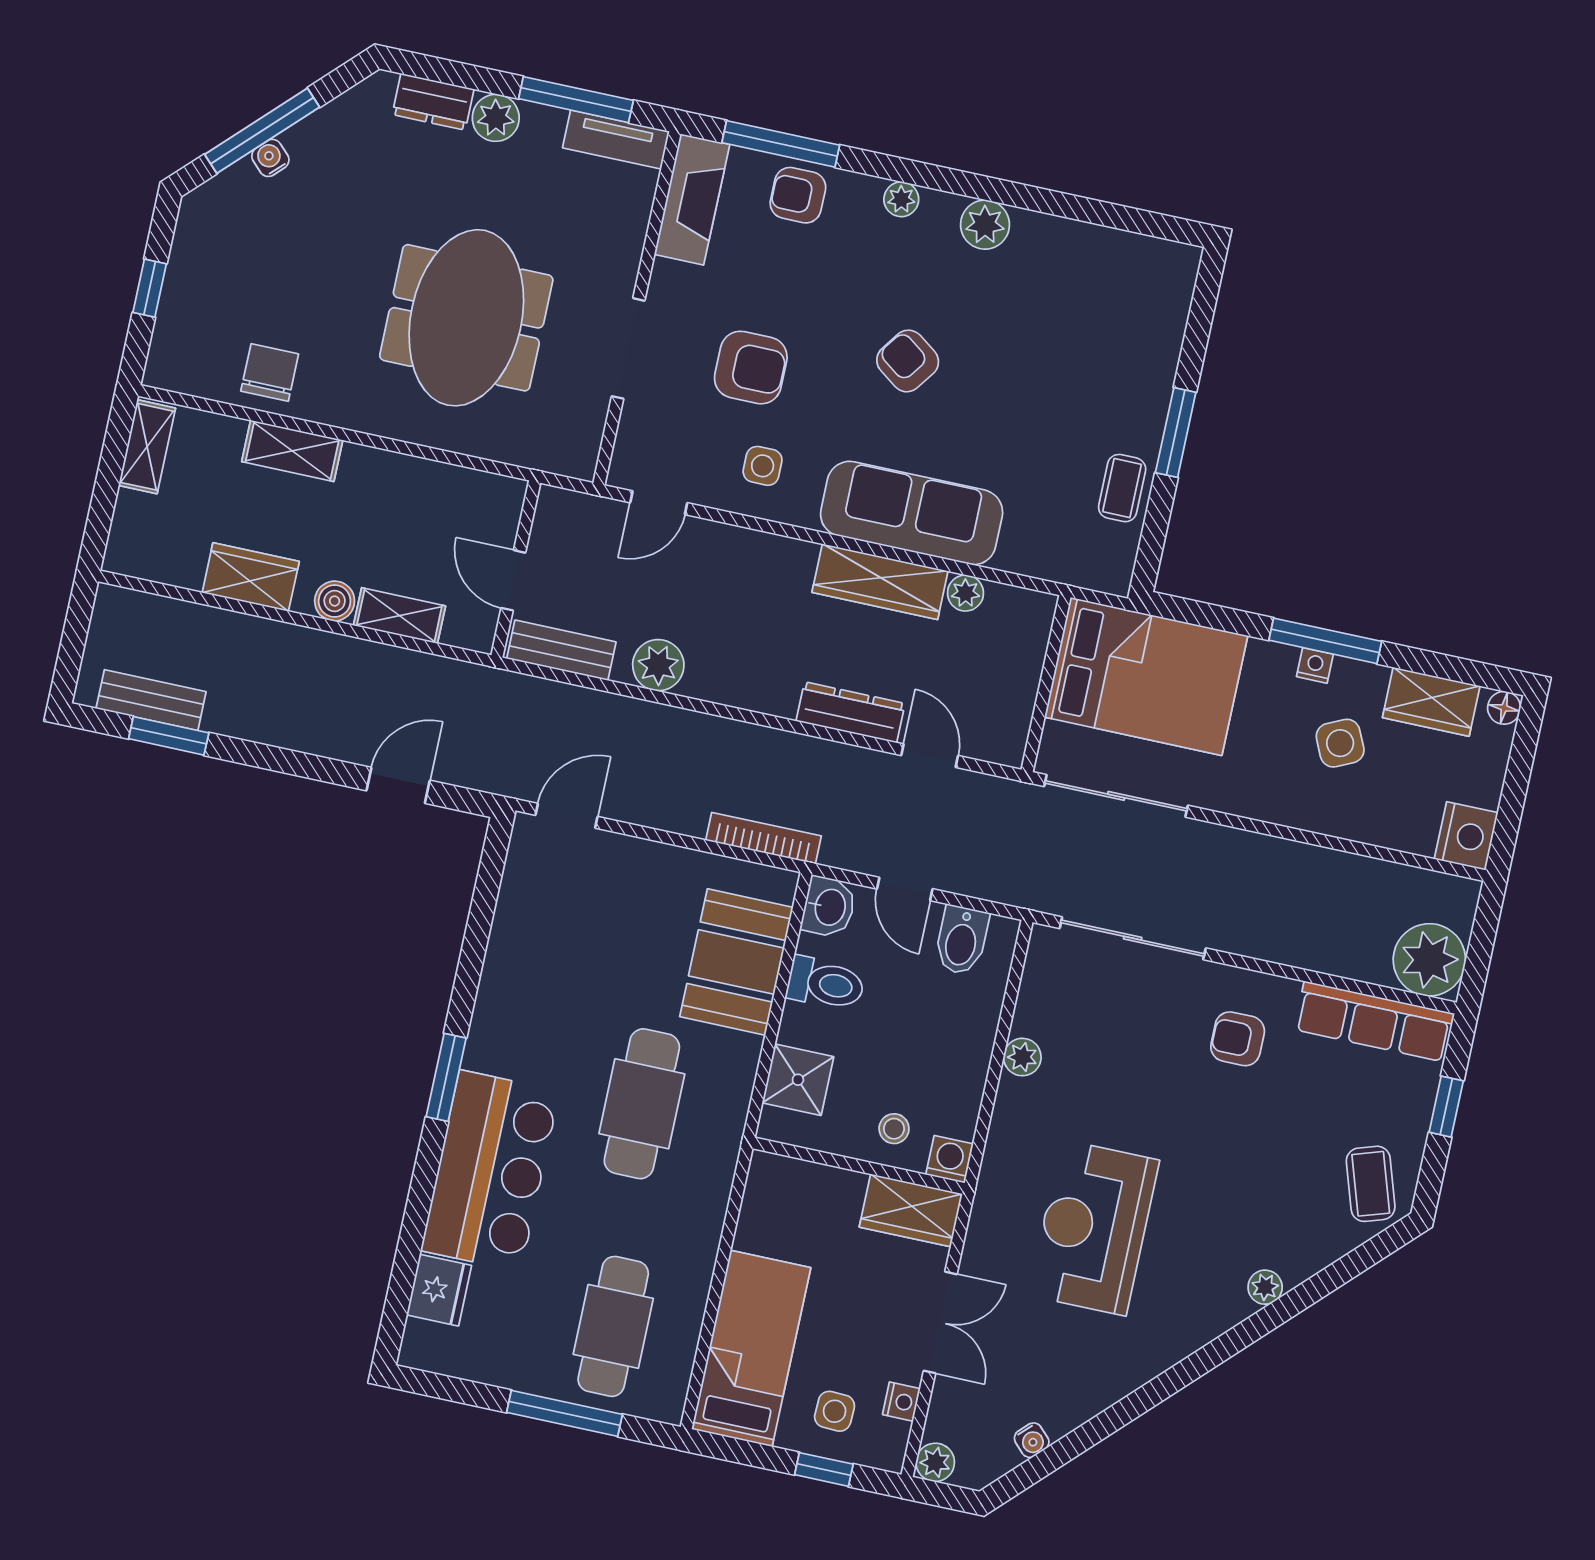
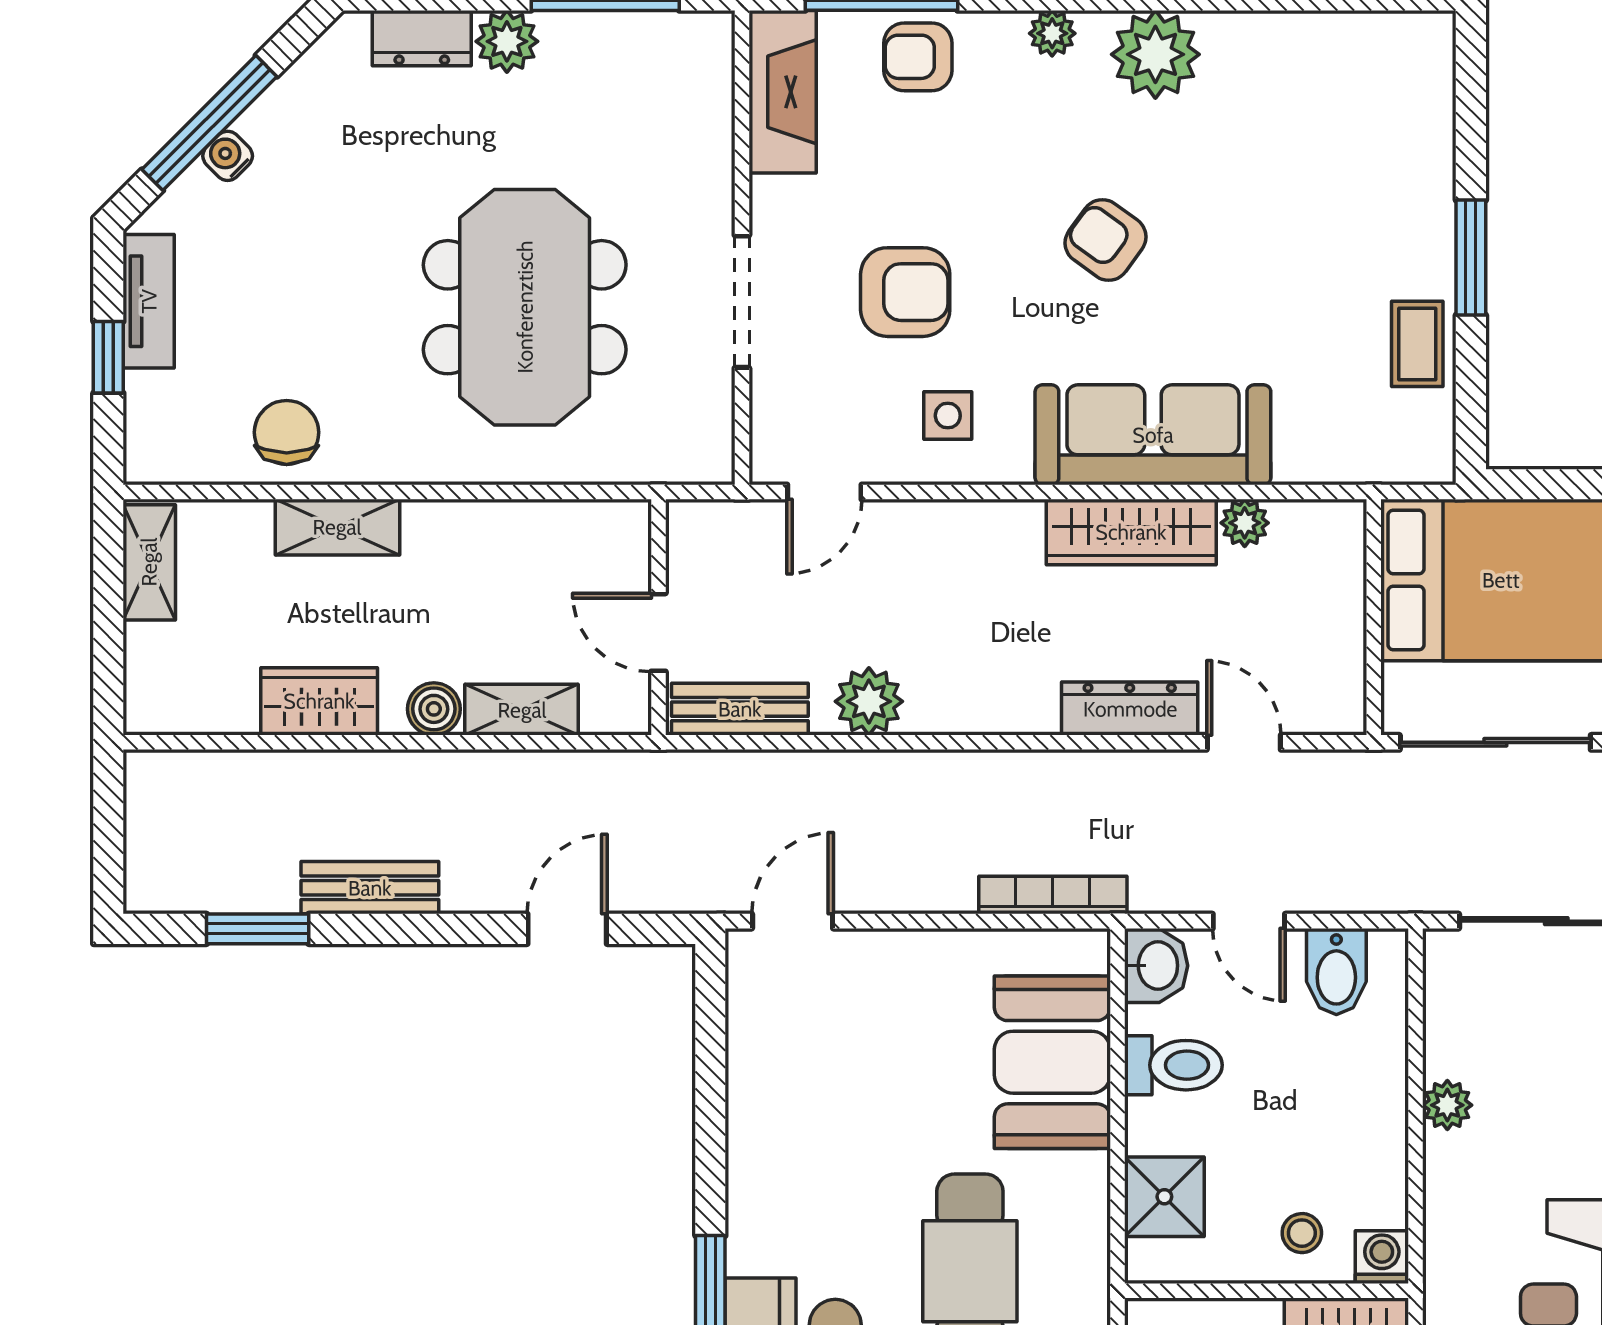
tv unit: (616, 140) -> (149, 301), moved, turned -90
plant: (985, 225) -> (1155, 54), width x1.36, depth x1.36
bench: (151, 700) -> (370, 888), moved

